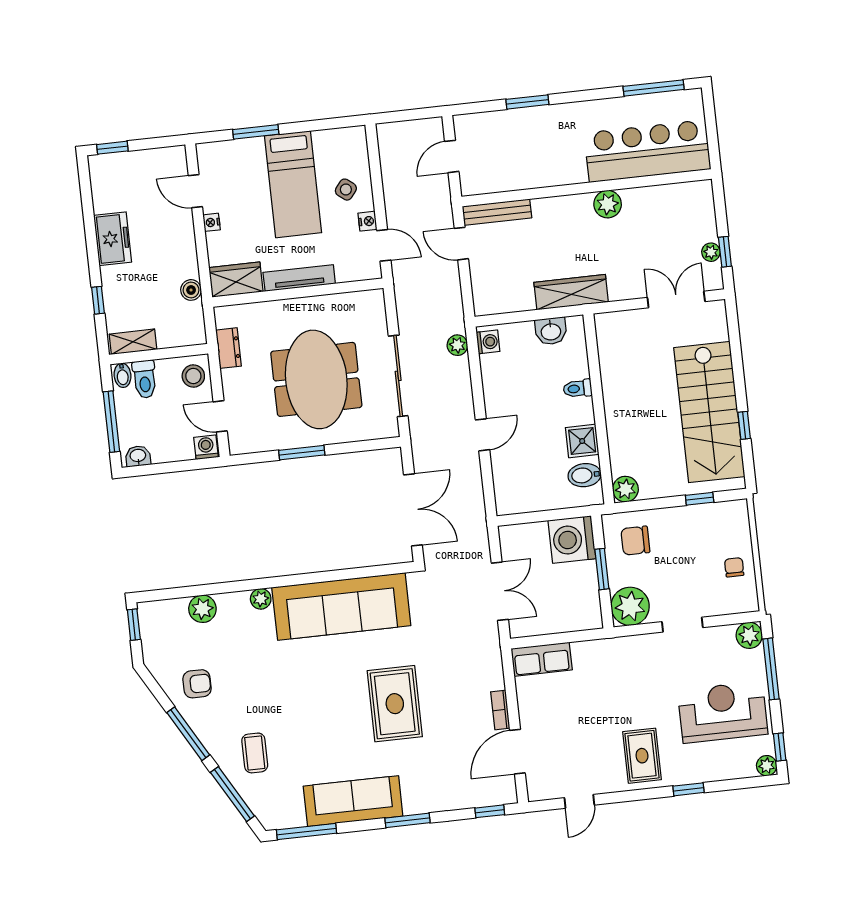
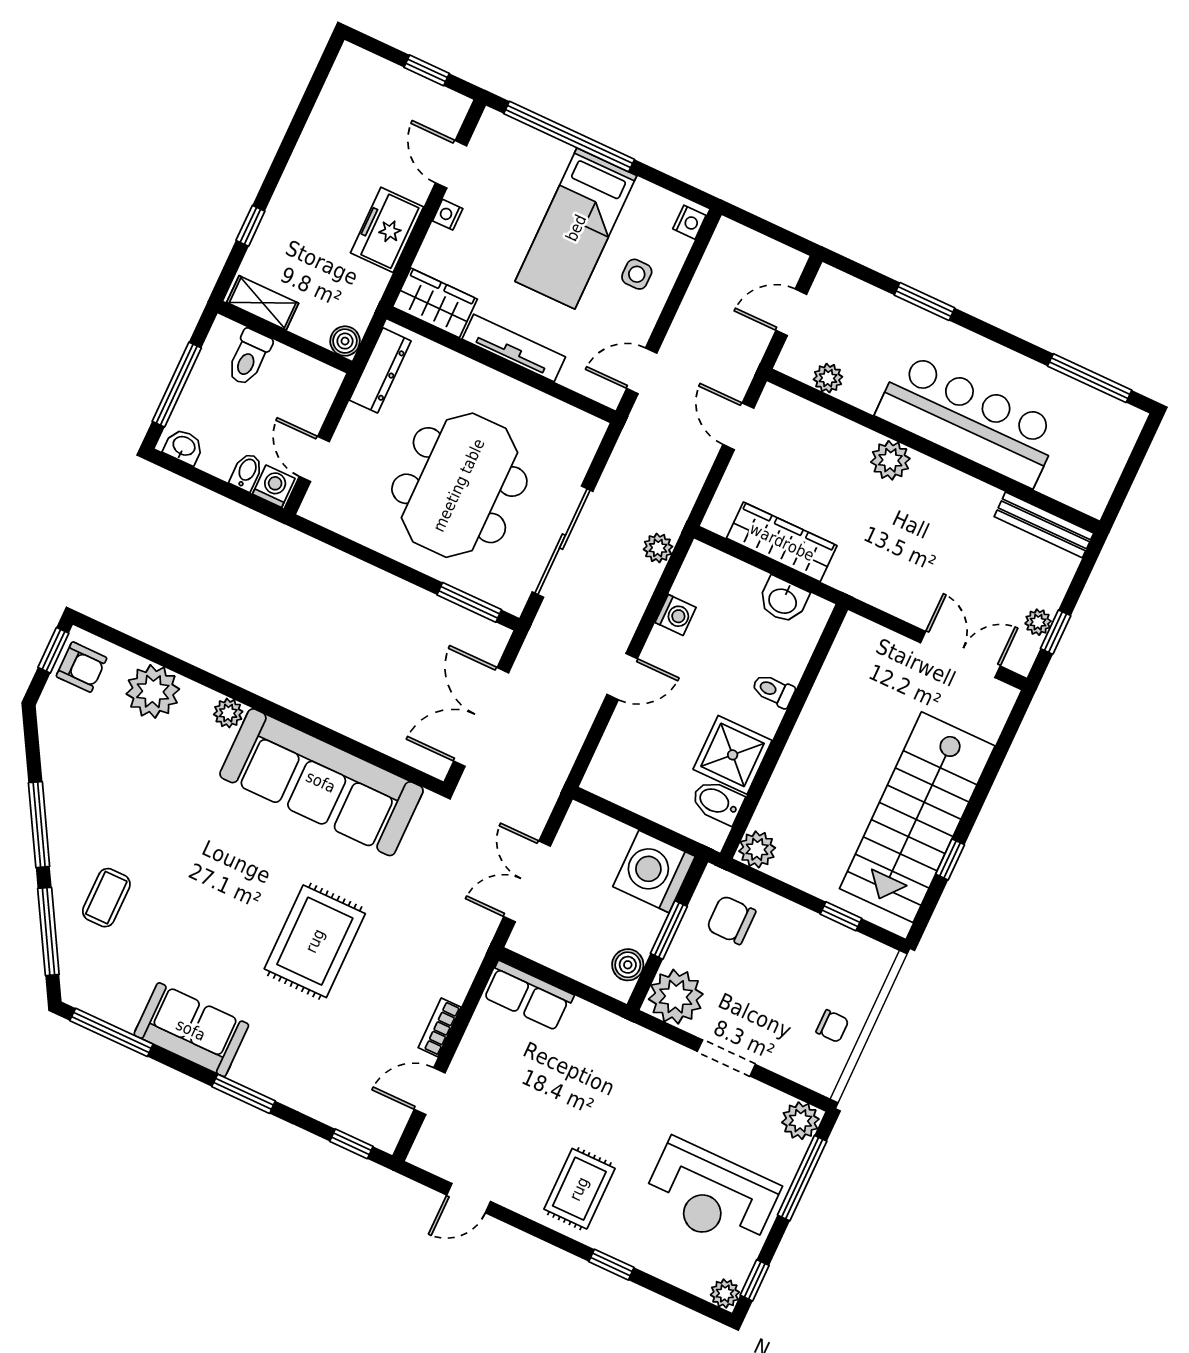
window: (256, 132) -> (569, 136), width x2.11
window: (112, 148) -> (427, 70), moved
bar counter: (647, 151) -> (968, 420), moved
plant: (497, 182) -> (828, 378), added
side table: (346, 190) -> (637, 274), turned -38
plant: (608, 204) -> (890, 460), moved
bench: (497, 212) -> (1044, 525), moved
nightstand: (368, 221) -> (689, 222), moved
freezer: (113, 239) -> (387, 230), moved, turned 180
door: (384, 245) -> (642, 371), swing flipped
boiler: (191, 290) -> (345, 341), moved
wardrobe: (571, 292) -> (782, 542), moved
washing machine: (488, 342) -> (676, 615), moved
dresser: (229, 348) -> (380, 370), width x1.44
bidet: (122, 375) -> (247, 472), moved, turned 180
stool: (193, 376) -> (311, 390), removed
shower: (582, 441) -> (733, 755), width x1.36, depth x1.36
window: (302, 453) -> (469, 602), moved
double door: (413, 510) -> (481, 717), swing flipped
chair: (734, 567) -> (832, 1026), turned 90
double door: (500, 591) -> (527, 881), swing flipped
boiler: (590, 605) -> (628, 965), added
plant: (202, 609) -> (153, 691), width x1.36, depth x1.36
armchair: (197, 684) -> (82, 667), moved
reception desk: (723, 712) -> (711, 1195), turned 180
door: (517, 752) -> (430, 1091), width x0.73
sofa: (353, 801) -> (191, 1030), width x0.73

